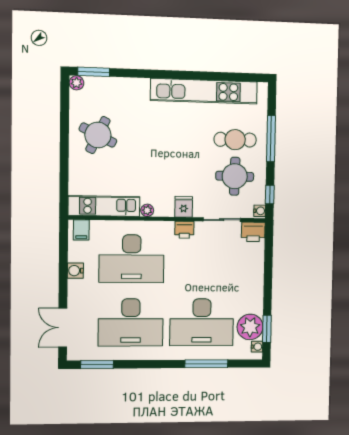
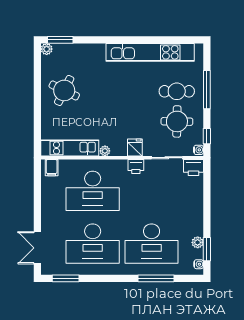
water cooler: (75, 271) -> (47, 201), removed
plant: (250, 327) -> (198, 242), width x0.53, depth x0.53

